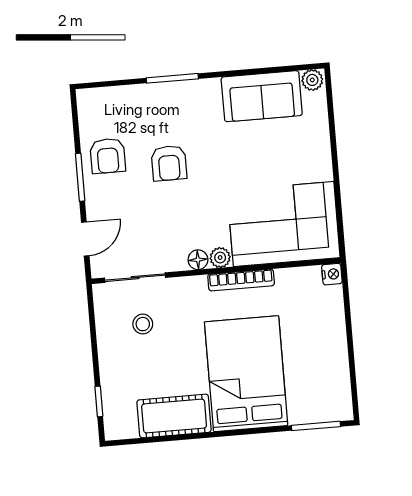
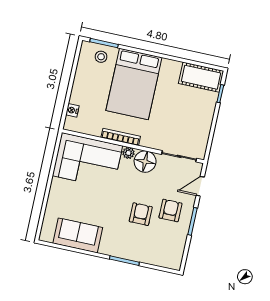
plant: (312, 80) -> (47, 236), removed
armchair: (108, 156) -> (170, 210), moved
floor lamp: (198, 260) -> (145, 162), width x1.89, depth x1.89
nightstand: (332, 274) -> (72, 110), moved
stool: (143, 324) -> (101, 57), moved
cot: (174, 416) -> (201, 77), moved

